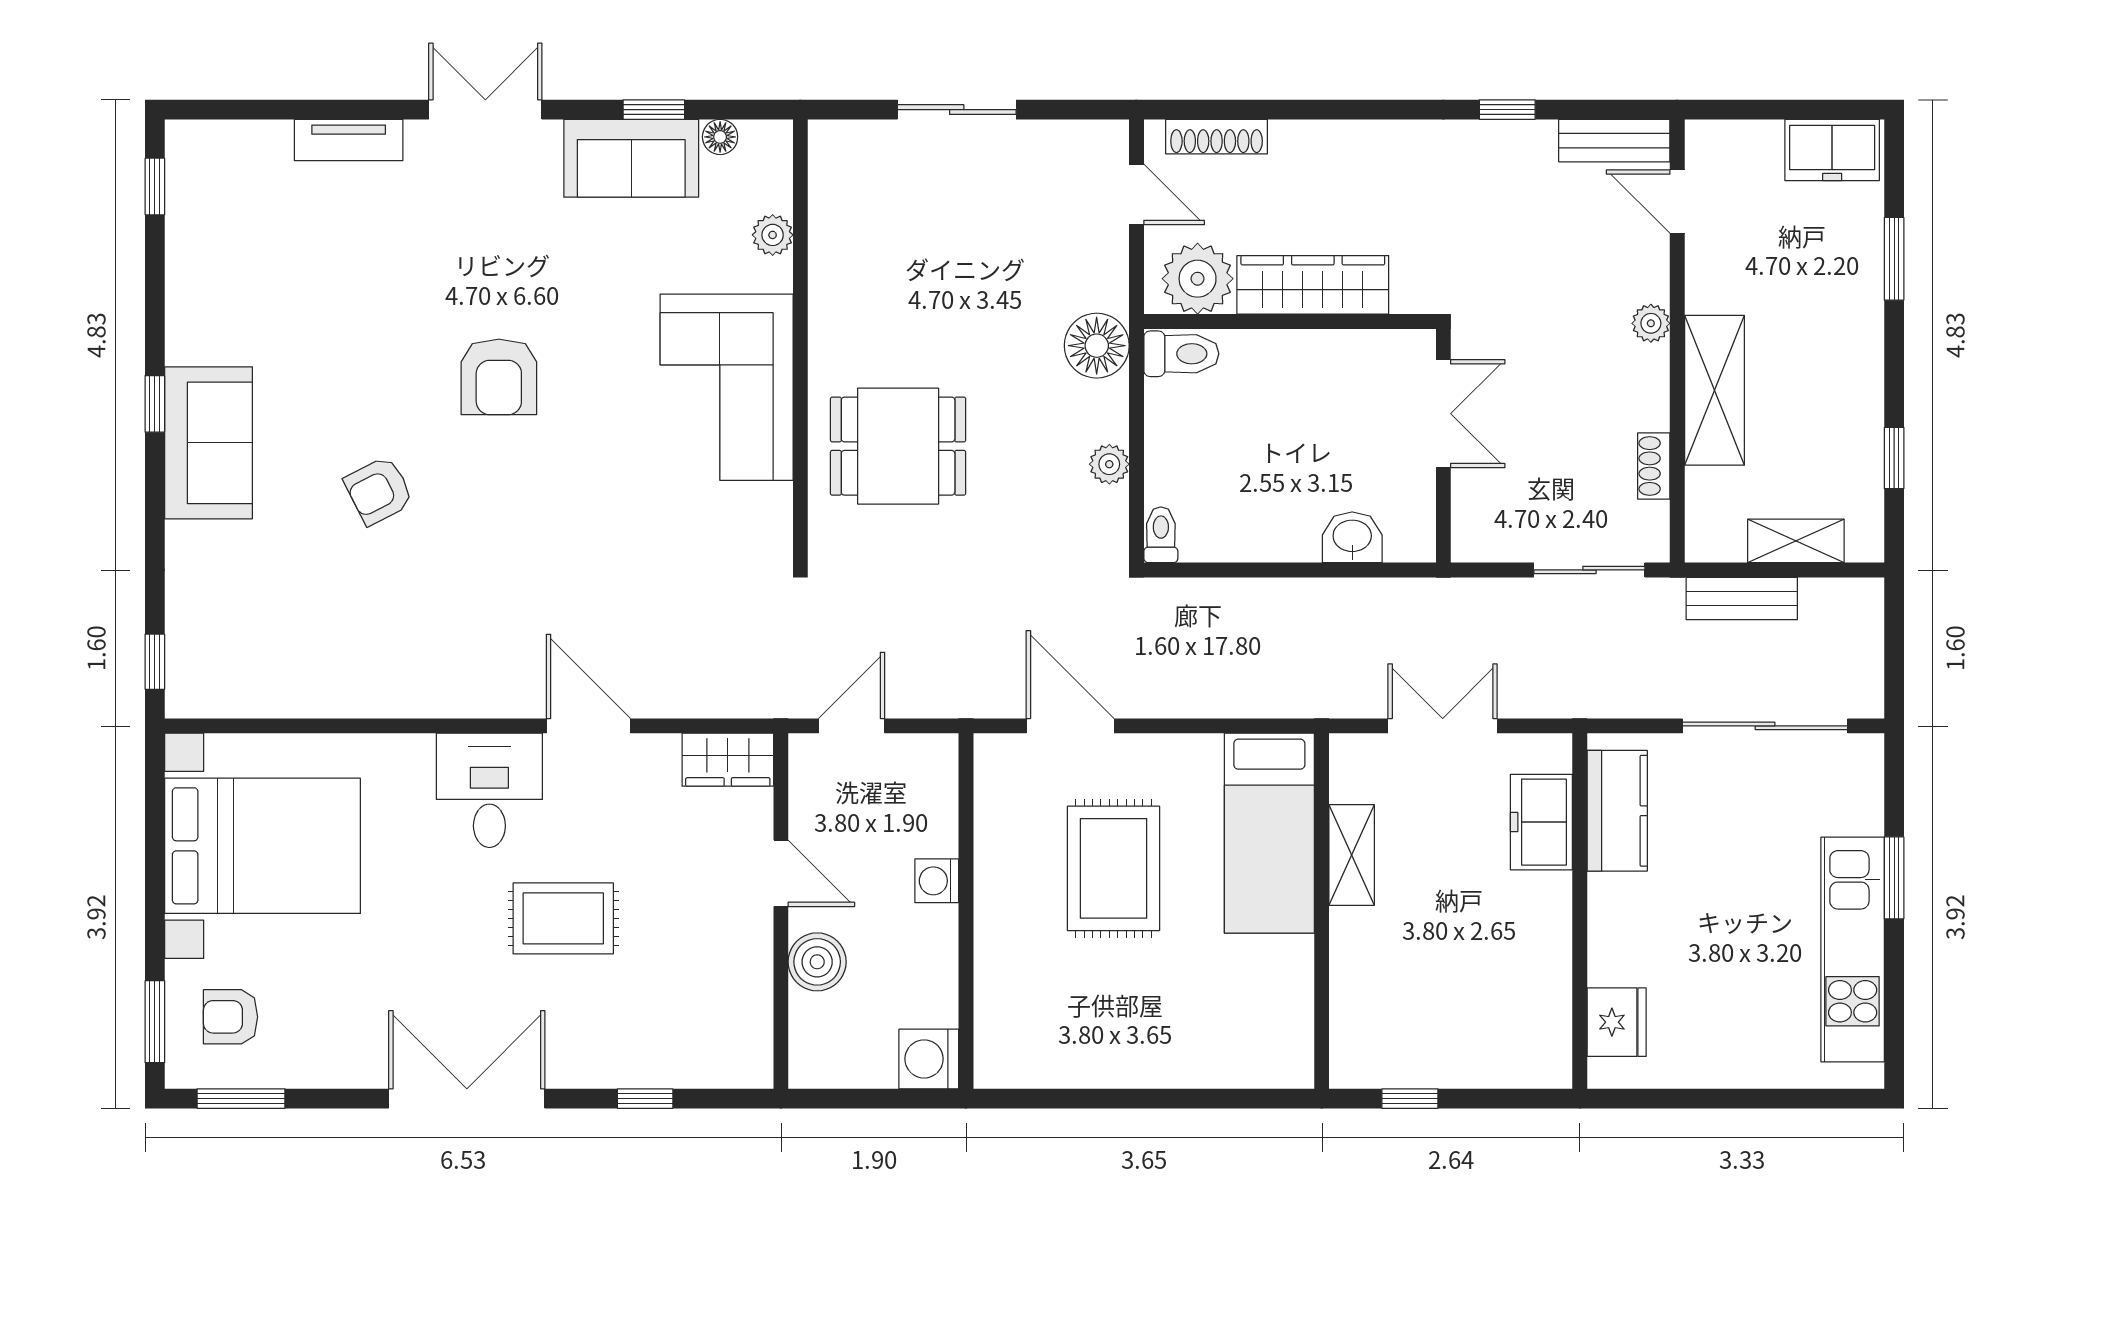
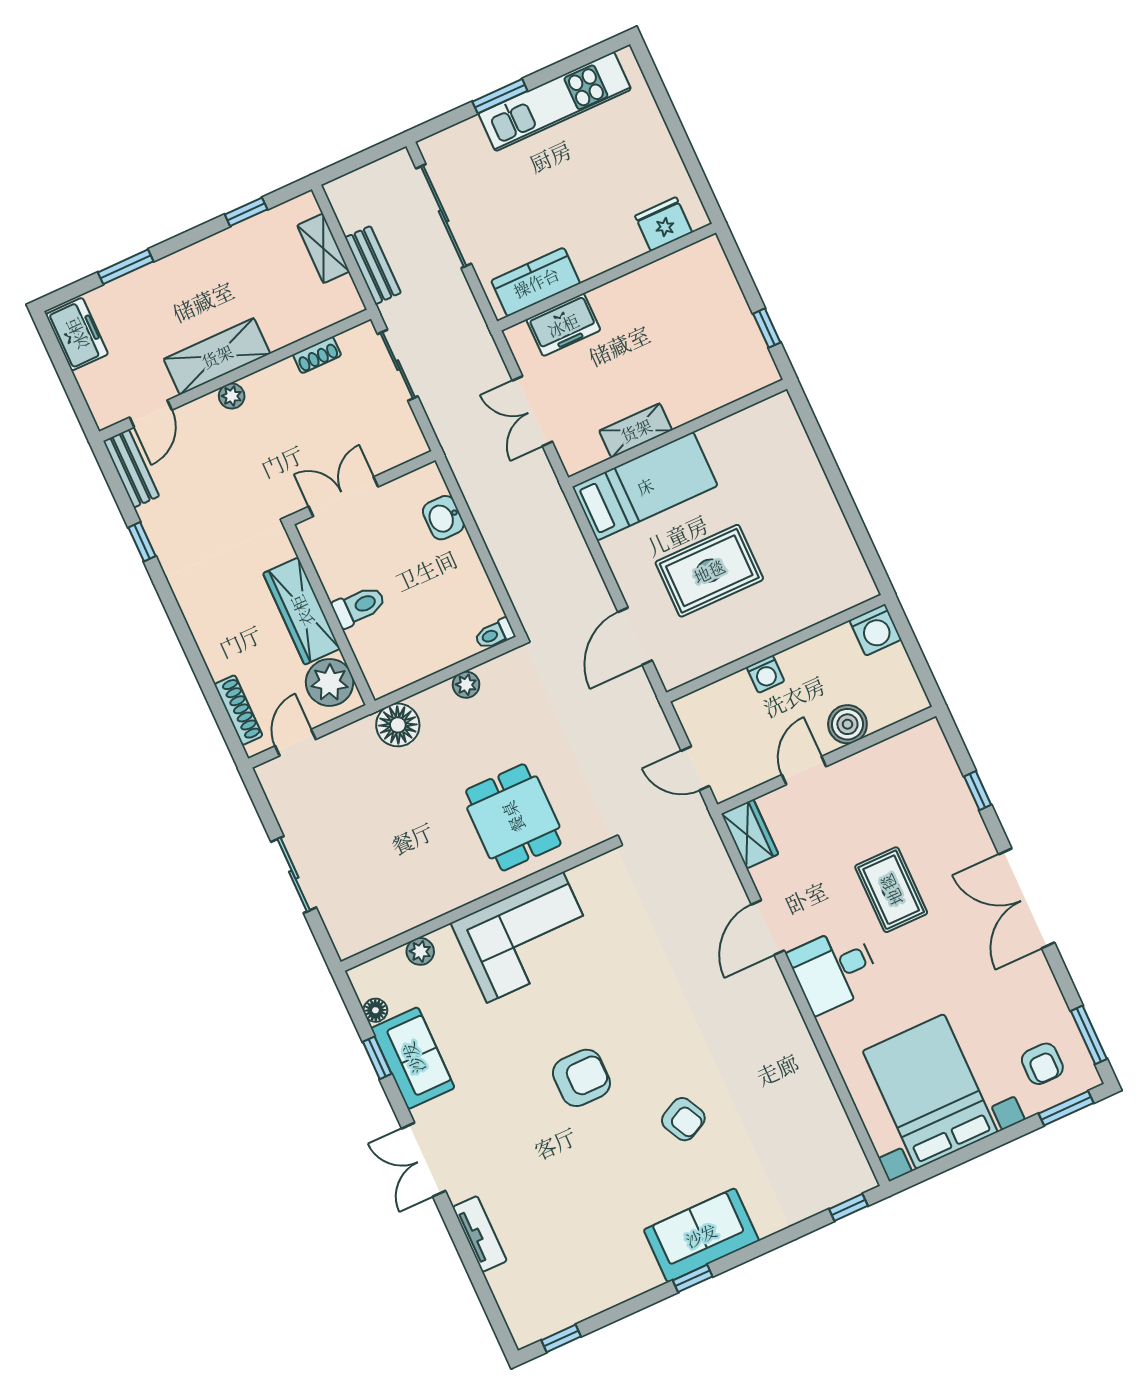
toilet: (1181, 354) -> (359, 606), moved, turned 90
shelving: (1714, 390) -> (217, 356), moved

